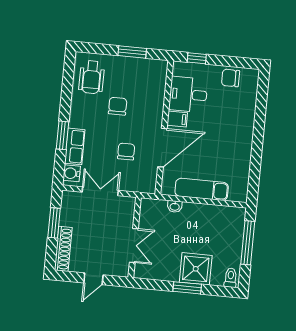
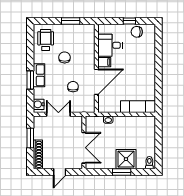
window: (197, 58) -> (129, 21), moved
wheelchair: (92, 77) -> (46, 40), turned 180
row of seats: (75, 146) -> (39, 75), moved
exam couch: (202, 189) -> (138, 107), moved
window: (248, 243) -> (158, 139), removed
double door: (134, 246) -> (84, 148), width x1.37

